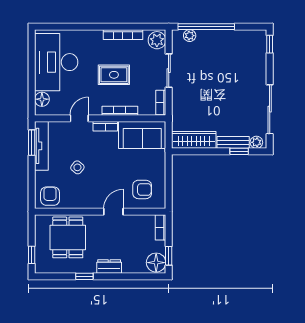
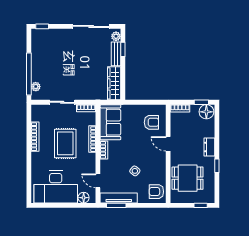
plant: (157, 40) -> (39, 111), removed
rug: (114, 75) -> (65, 143), width x1.36, depth x1.43
door: (79, 118) -> (98, 181), moved
armchair: (142, 189) -> (151, 122), turned 90

